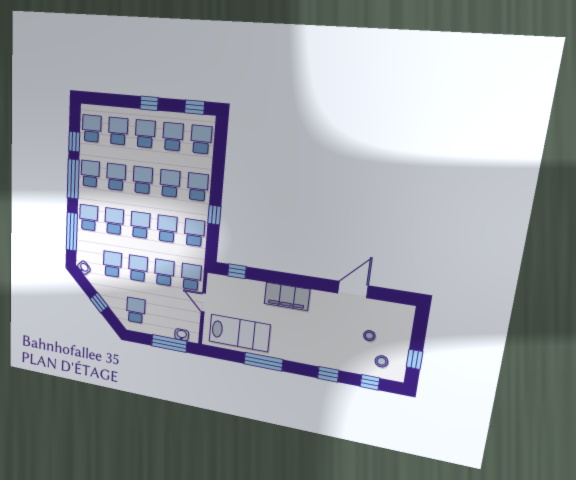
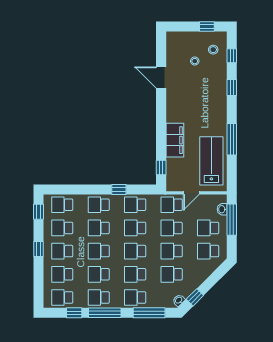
filing cabinet: (287, 296) -> (175, 140), moved
window: (99, 303) -> (195, 297), moved
school desk: (162, 315) -> (208, 228), added

